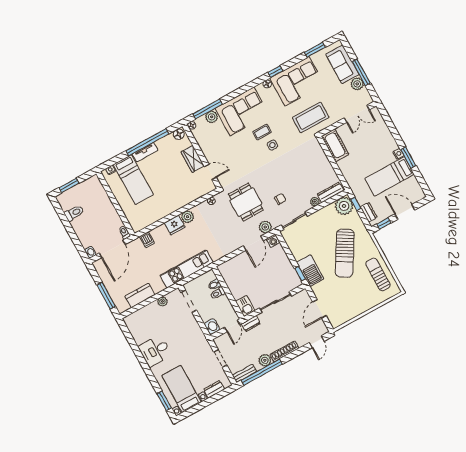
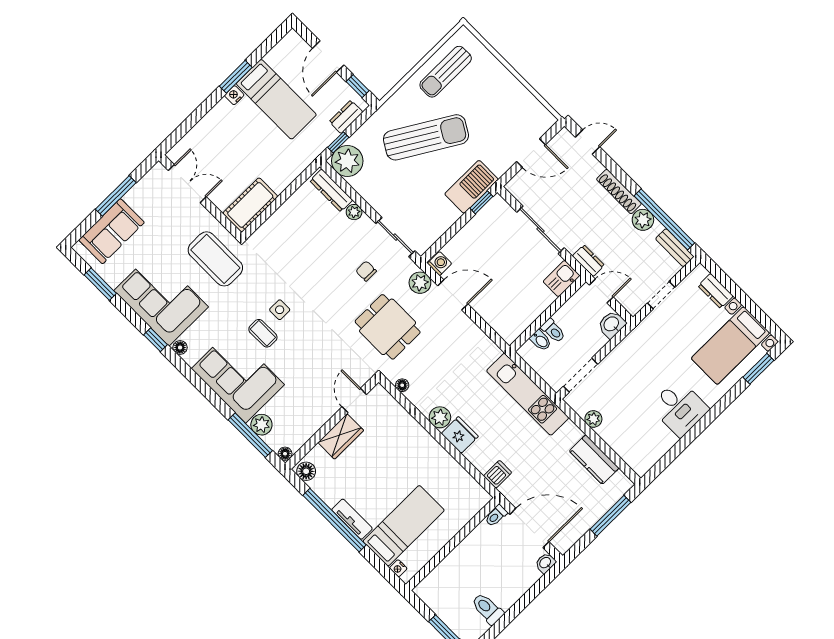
plant: (357, 84) -> (137, 197), removed
dining table: (246, 202) -> (388, 327), turned 90

